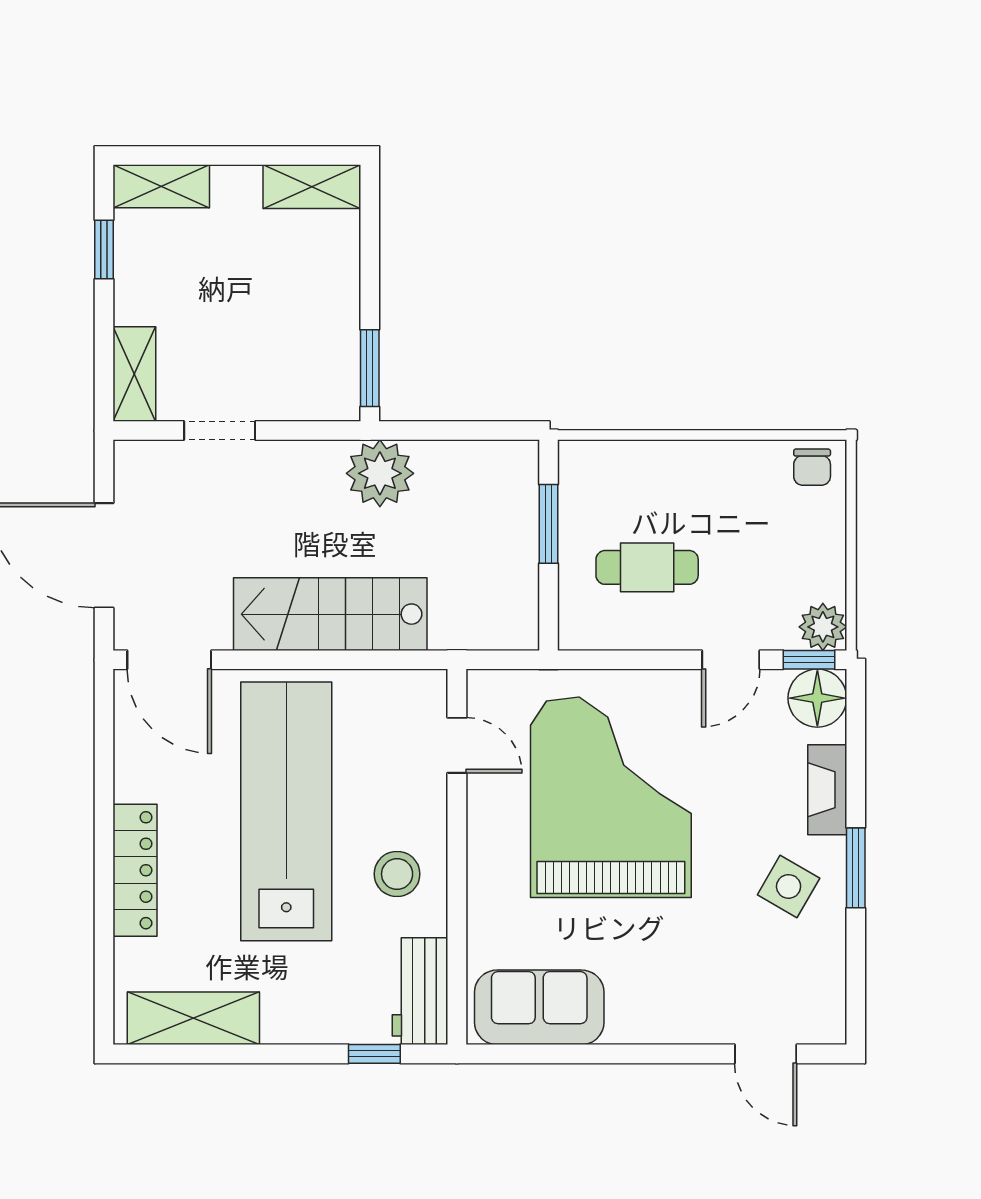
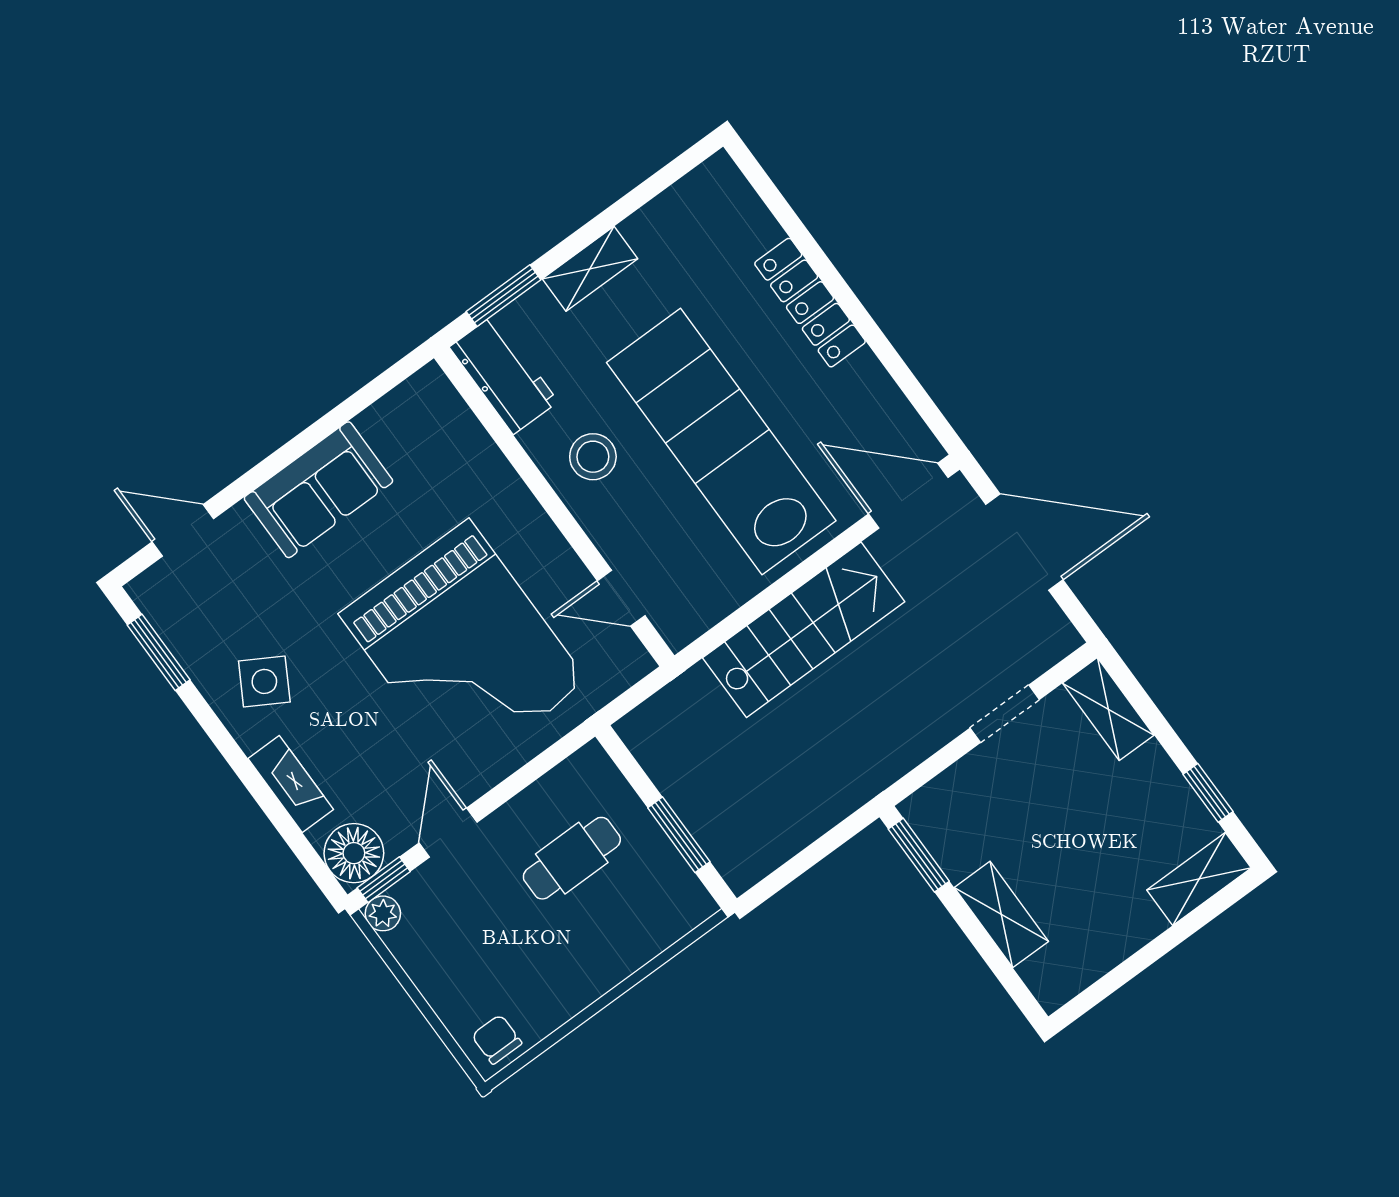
shelving: (312, 187) -> (1001, 914), moved, turned 90
plant: (380, 473) -> (847, 775), removed
plant: (823, 627) -> (383, 913), width x0.73, depth x0.73
lab bench: (286, 811) -> (721, 442), turned 180
window: (856, 868) -> (159, 652), moved
sofa: (539, 1007) -> (318, 490), moved
shelving: (193, 1018) -> (590, 269), moved, width x0.67, depth x0.75
window: (374, 1054) -> (503, 296), width x1.50

